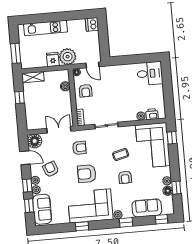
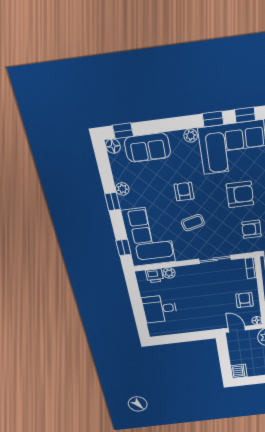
desk: (150, 73) -> (160, 309), moved
window: (176, 188) -> (113, 202), moved
floor lamp: (168, 191) -> (113, 146), moved
window: (126, 222) -> (213, 119), moved

